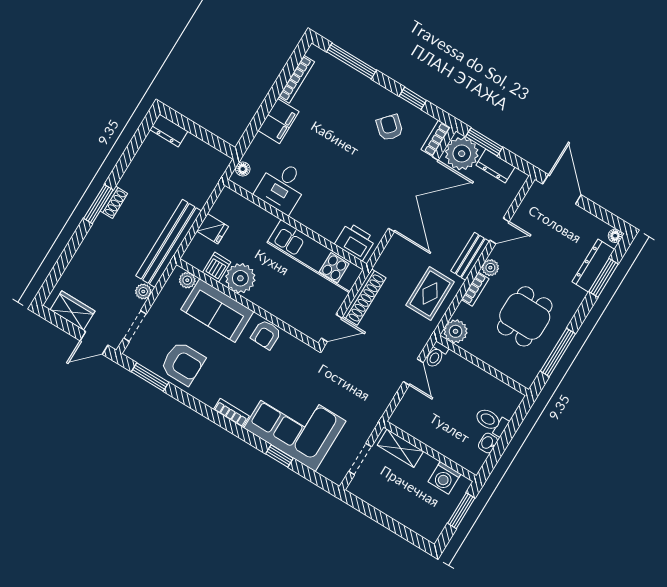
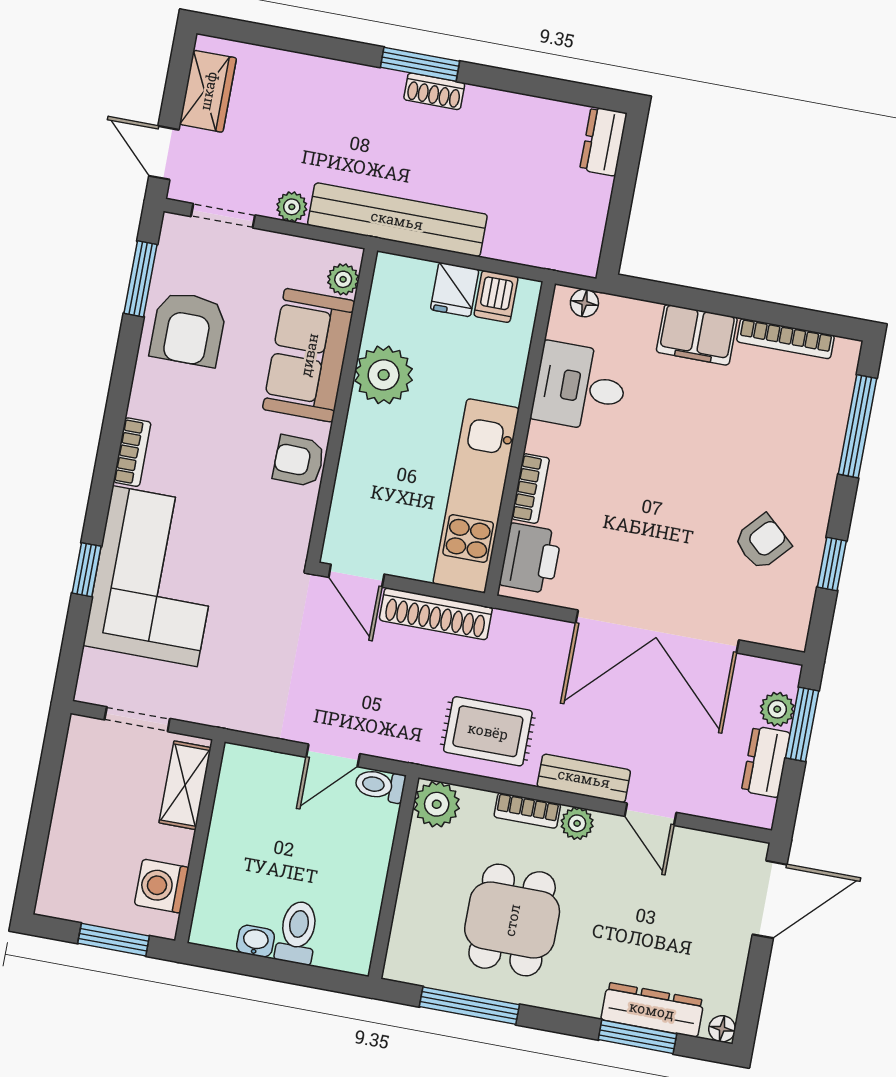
bookcase: (436, 138) -> (530, 489), moved, turned 90
plant: (462, 154) -> (777, 709), width x0.53, depth x0.53
dishwasher: (217, 267) -> (496, 297), moved, turned 90
dining table: (525, 316) -> (512, 920), turned 90

